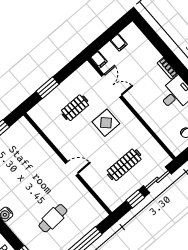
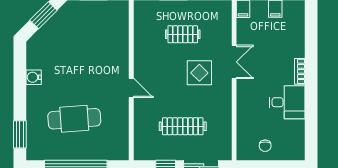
double door: (112, 86) -> (234, 62), moved
cafe table: (53, 218) -> (74, 119), width x1.37, depth x1.35

